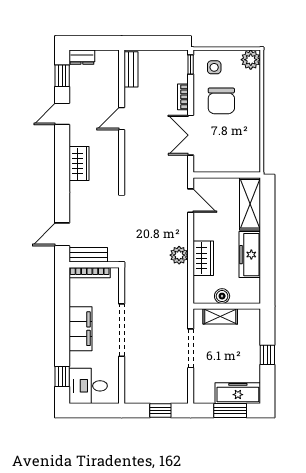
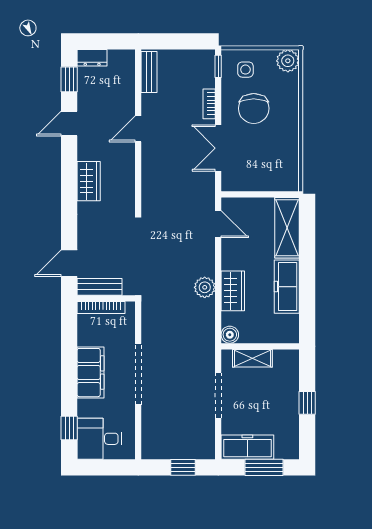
boiler: (222, 296) -> (230, 335), moved
freezer: (238, 393) -> (247, 447), moved

